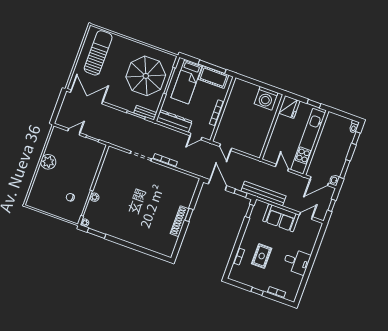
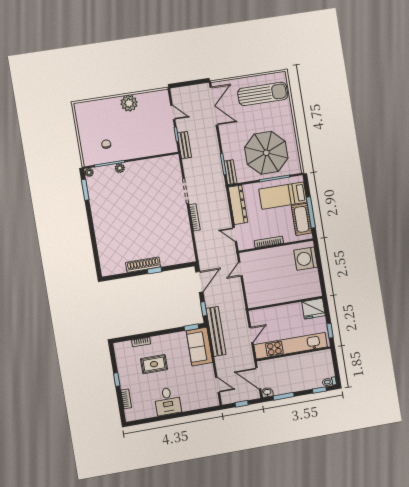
washing machine: (266, 98) -> (306, 259), moved
bench: (104, 137) -> (184, 145), added
sofa: (281, 218) -> (199, 347), moved

